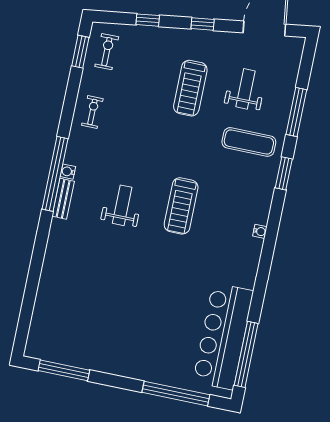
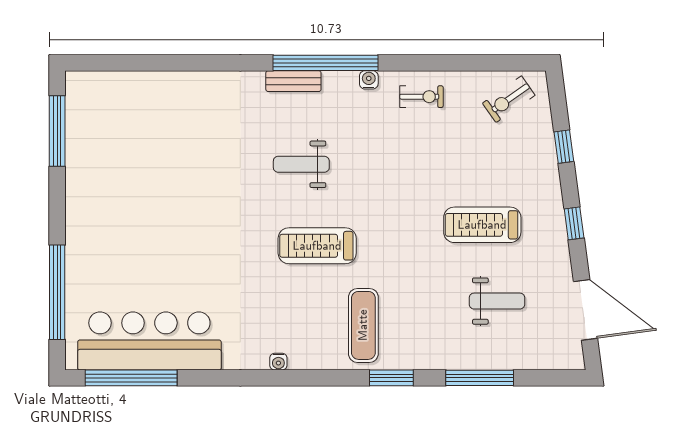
window: (80, 52) -> (501, 63), removed
exercise bike: (107, 52) -> (509, 99), turned 145
exercise mat: (249, 142) -> (363, 325), moved
water cooler: (68, 172) -> (369, 80), moved
weight bench: (122, 205) -> (301, 164), turned 180
water cooler: (260, 231) -> (278, 362), moved

